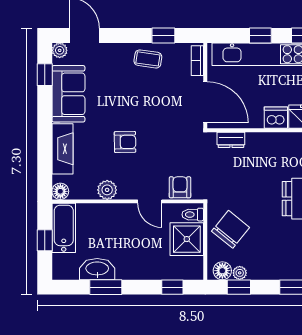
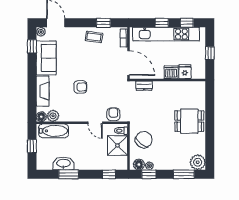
plant: (107, 190) -> (53, 116), moved
bathtub: (64, 228) -> (54, 131), moved, turned 90

